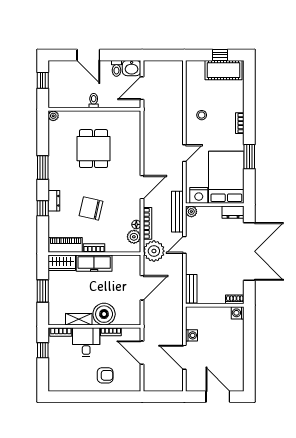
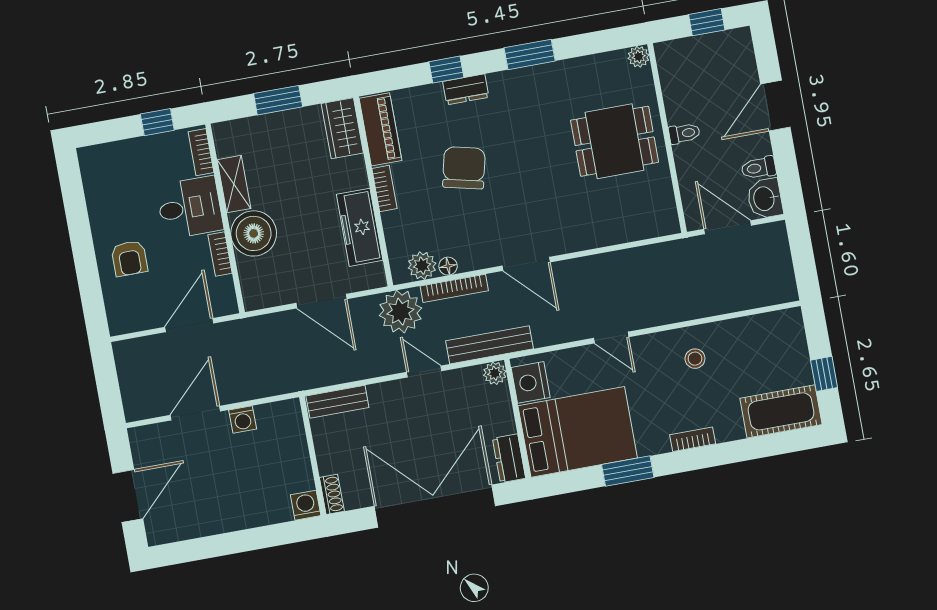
cot: (224, 70) -> (781, 411), moved, turned 90
dining table: (94, 149) -> (615, 141), moved
double door: (249, 251) -> (435, 506), swing flipped
freezer: (94, 263) -> (360, 227), moved

